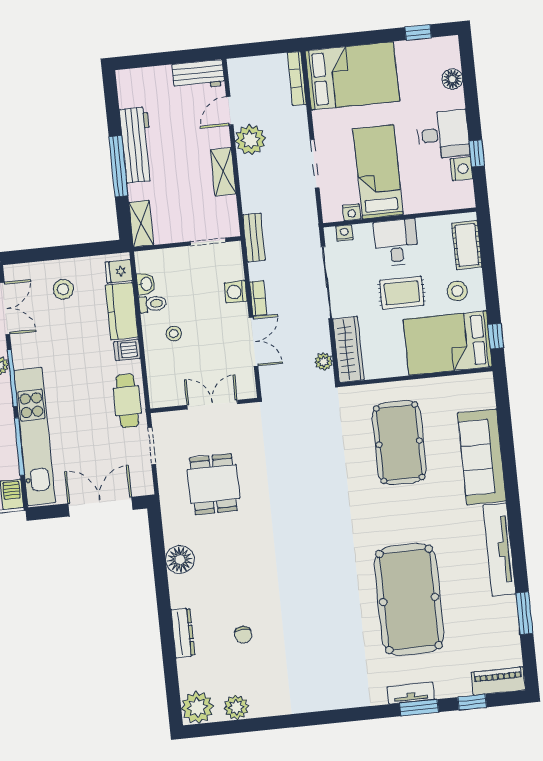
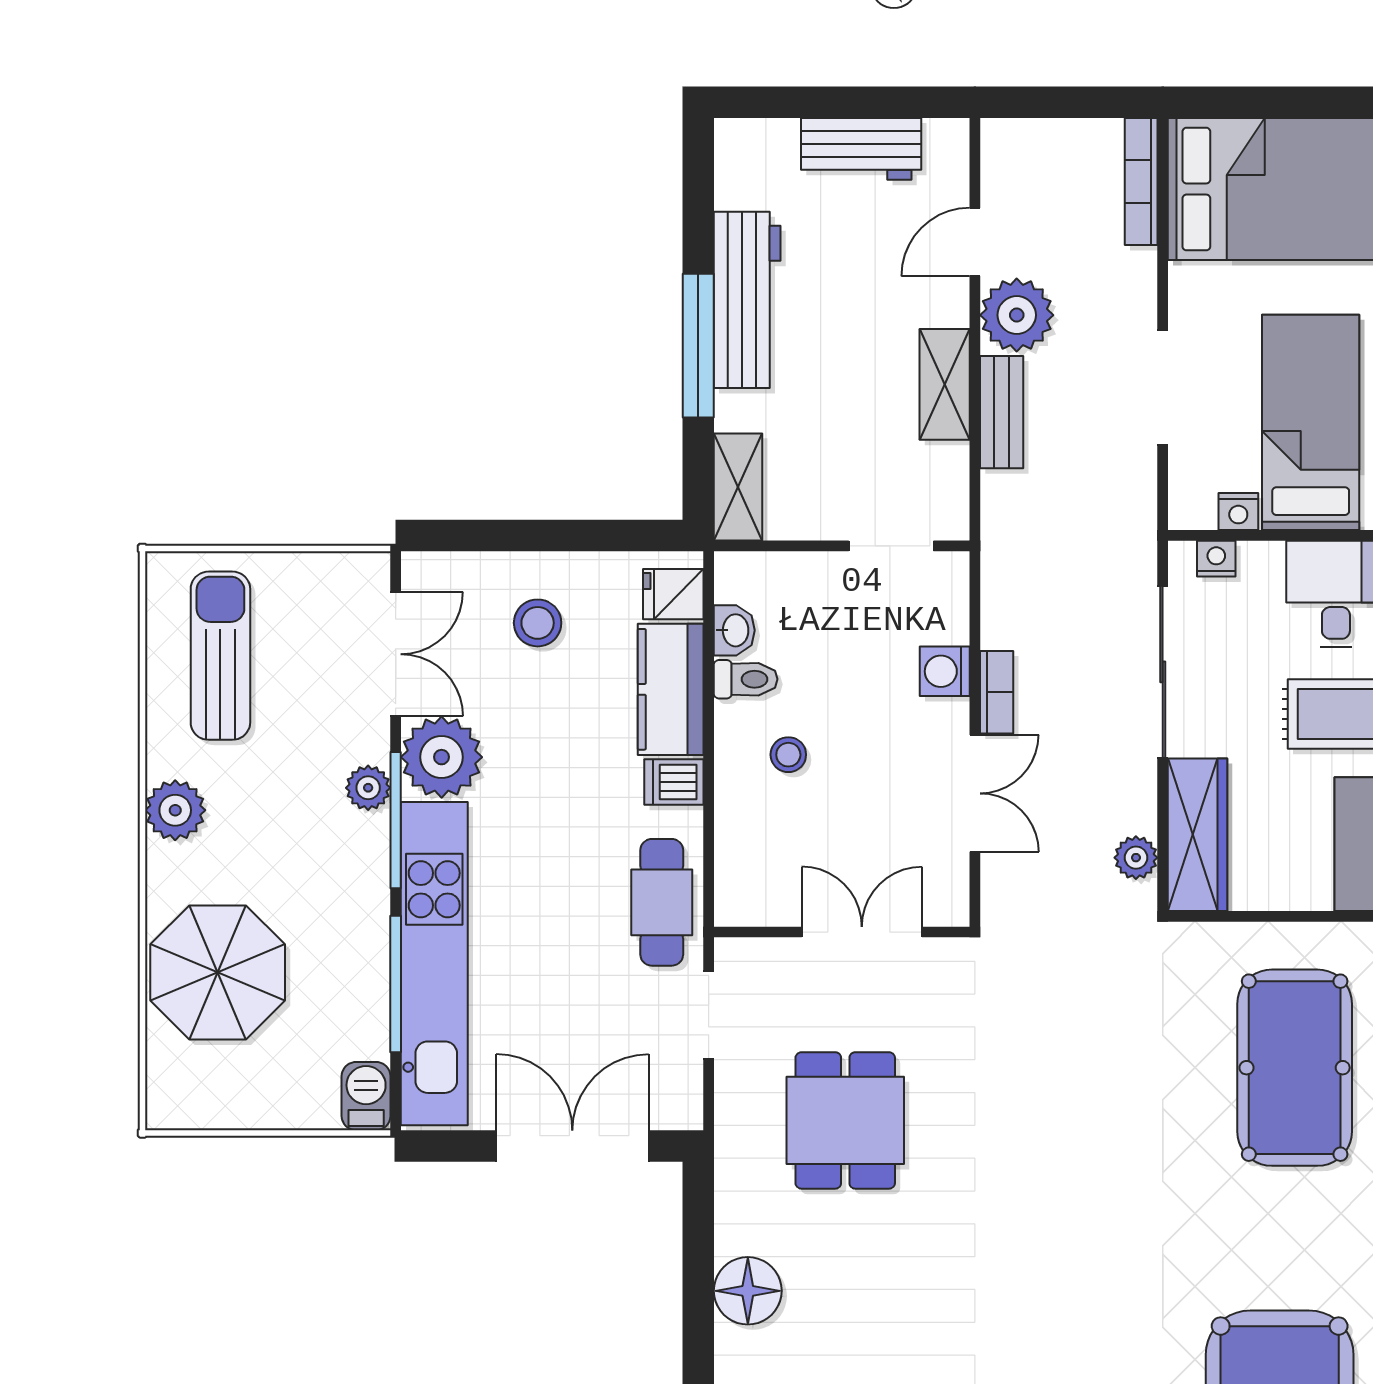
workbench: (198, 75) -> (861, 149), moved
bench: (254, 238) -> (1002, 412), moved
plant: (29, 350) -> (442, 757), added

